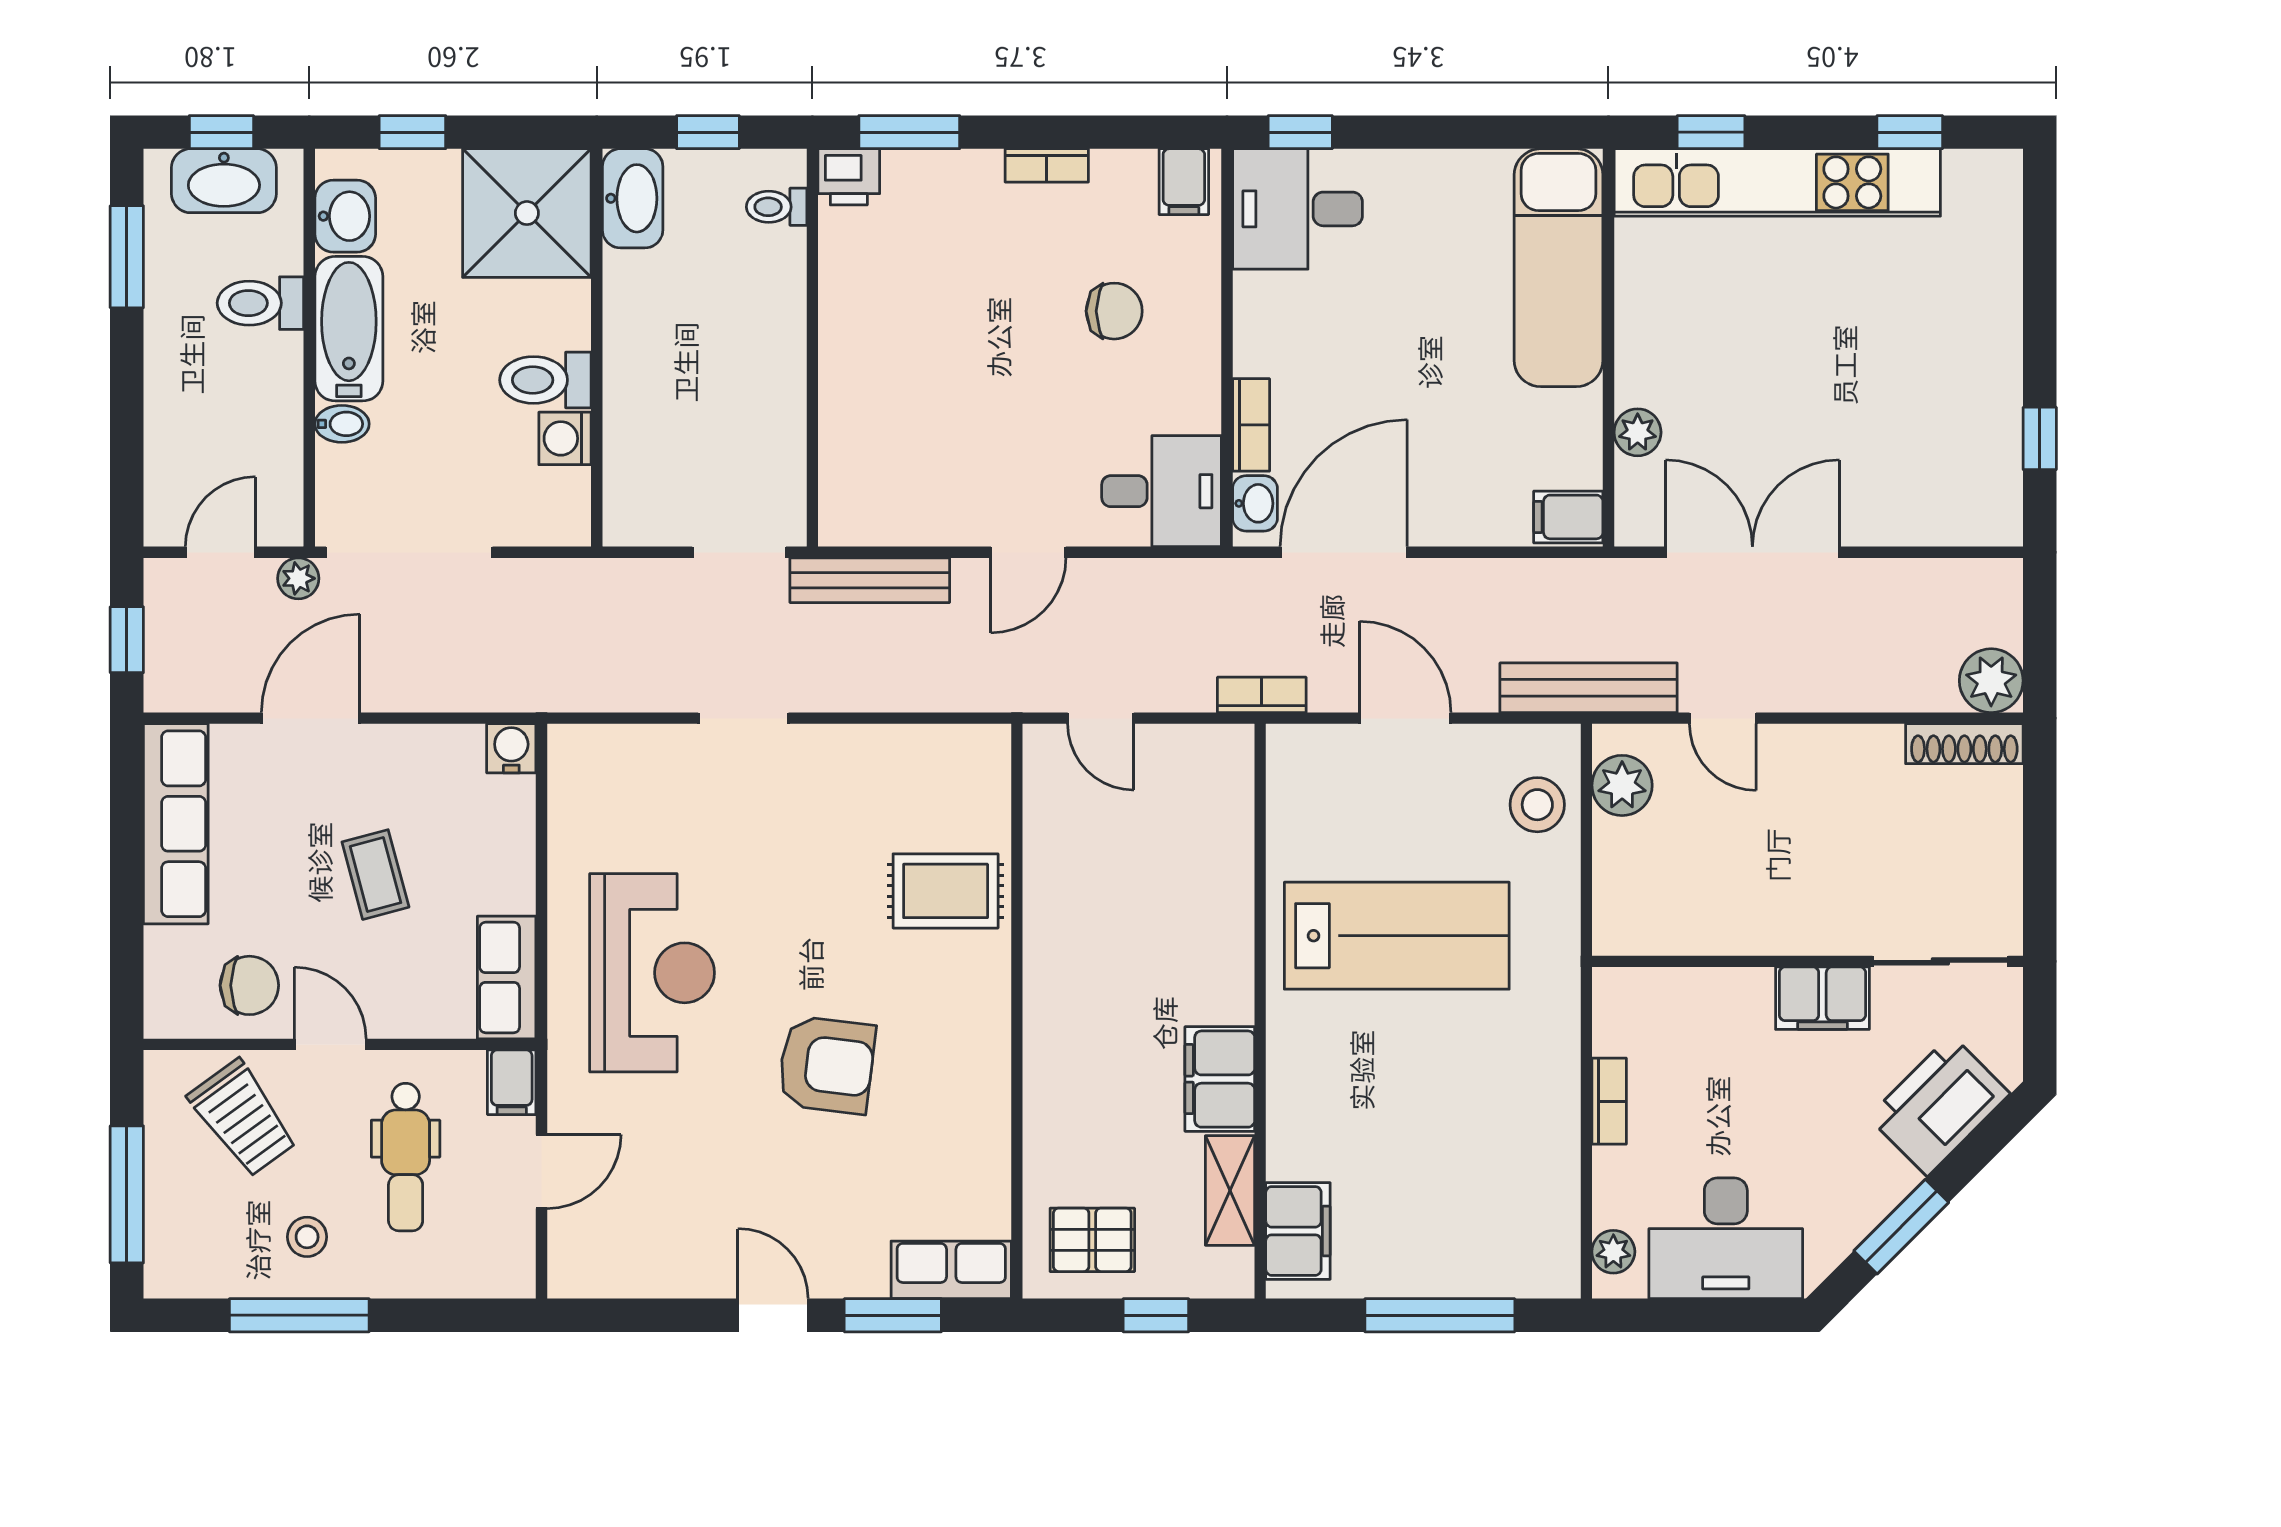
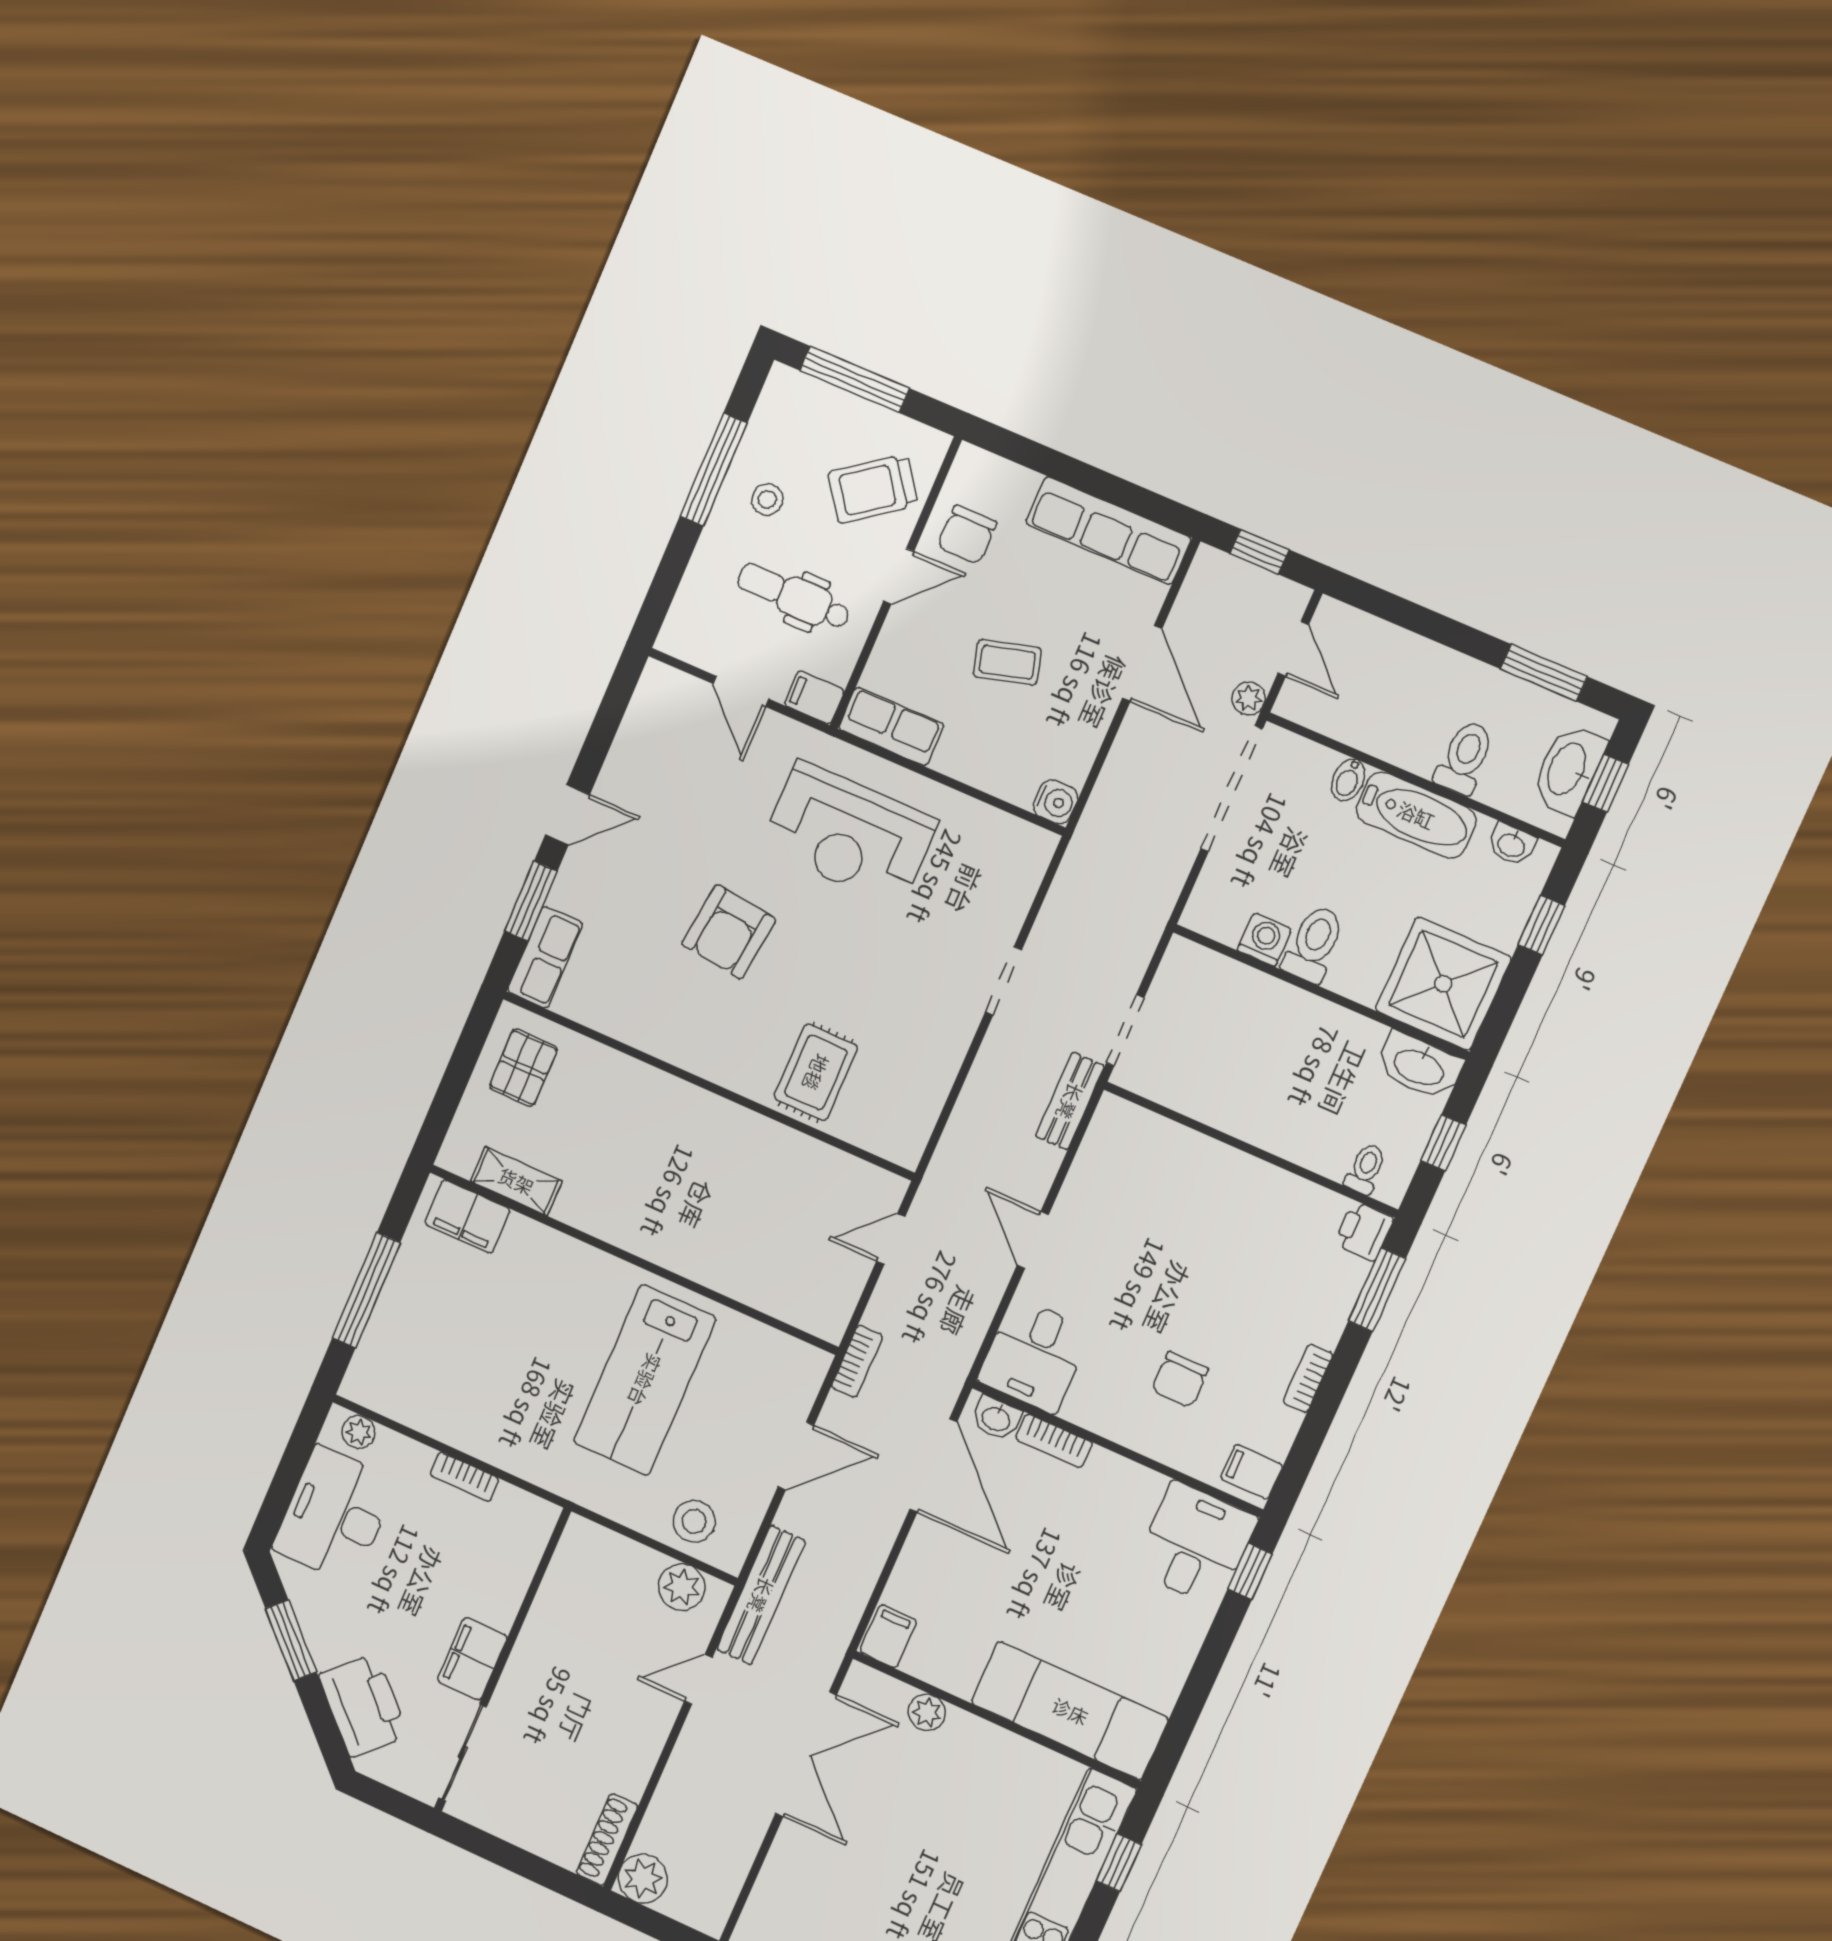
washbasin: (345, 216) -> (1512, 845), width x0.72, depth x0.69
bench: (870, 580) -> (1070, 1101), width x0.73
filing cabinet: (1220, 1079) -> (598, 1209), removed
window: (1156, 1315) -> (451, 1089), removed

